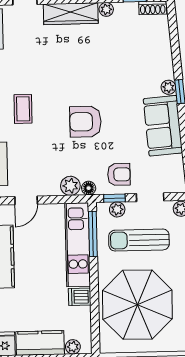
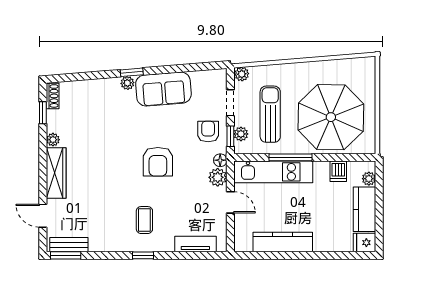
coffee table: (23, 109) -> (144, 220), turned 90
door: (26, 200) -> (230, 202), moved
window: (93, 234) -> (291, 157), moved
sun lounger: (139, 240) -> (270, 114), turned 180
dishwasher: (80, 297) -> (338, 171), moved

